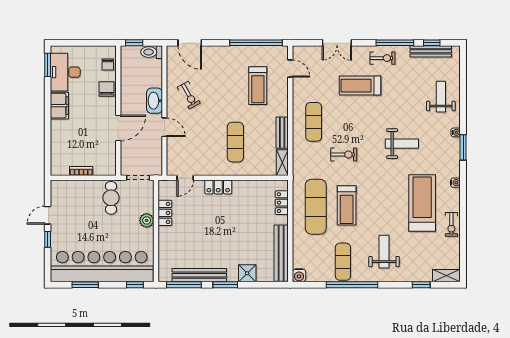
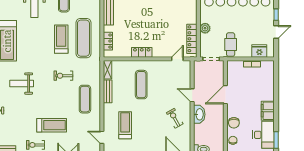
locker: (218, 187) -> (142, 52), moved
fridge: (71, 189) -> (259, 51), added
locker: (165, 213) -> (192, 39), width x1.53

